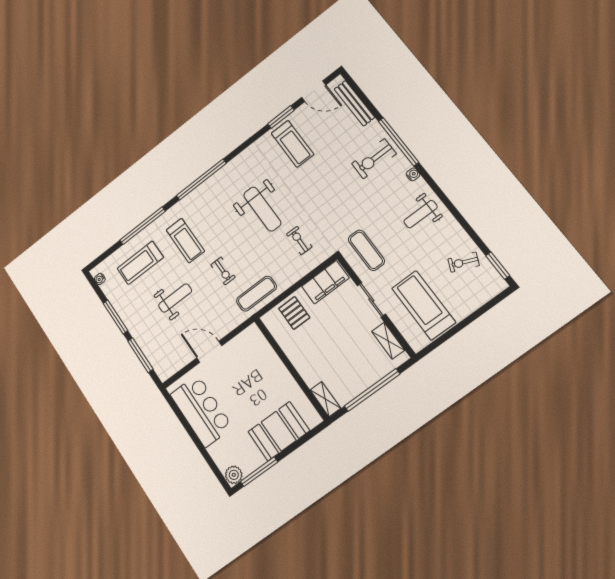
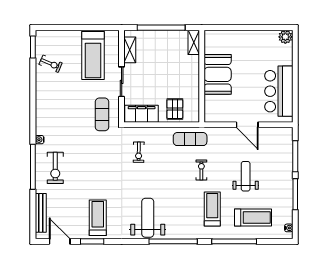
exercise bike: (374, 159) -> (55, 168), turned 90
weight bench: (262, 209) -> (148, 218), moved
weight bench: (421, 214) -> (54, 112), removed
weight bench: (175, 298) -> (246, 176), turned 90
booth: (279, 431) -> (218, 74), moved, turned 90
window: (259, 472) -> (268, 28), removed

